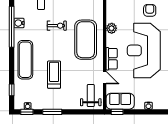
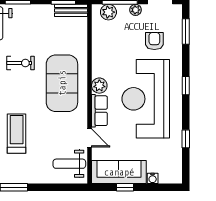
plant: (112, 28) -> (99, 86), moved
weight bench: (91, 95) -> (69, 164), turned -90
sofa: (120, 101) -> (119, 172), width x1.36
window: (117, 112) -> (125, 187), moved

